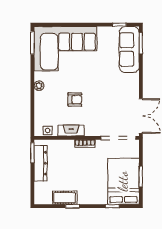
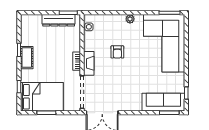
fireplace: (71, 131) -> (89, 63), moved
cot: (65, 198) -> (27, 58), moved

